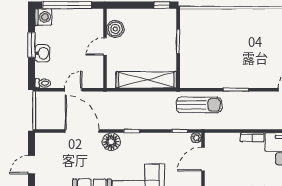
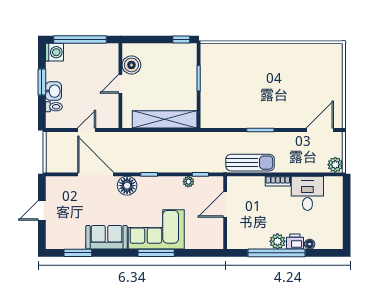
toilet: (43, 83) -> (54, 107), moved
sun lounger: (199, 105) -> (250, 163), moved
plant: (196, 138) -> (188, 182), moved

